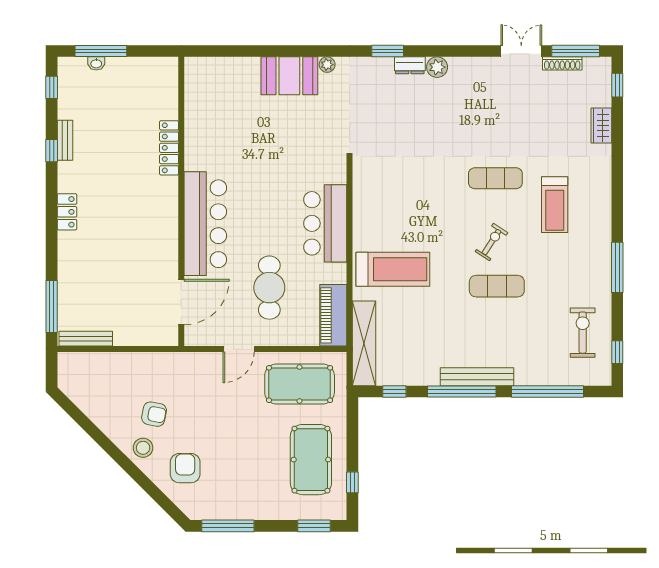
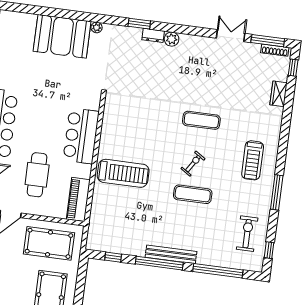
shoe rack: (562, 63) -> (275, 50), moved
booth: (289, 76) -> (62, 36), width x1.36, depth x1.42
treadmill: (555, 205) -> (253, 160), moved
shelving: (364, 343) -> (97, 221), removed

